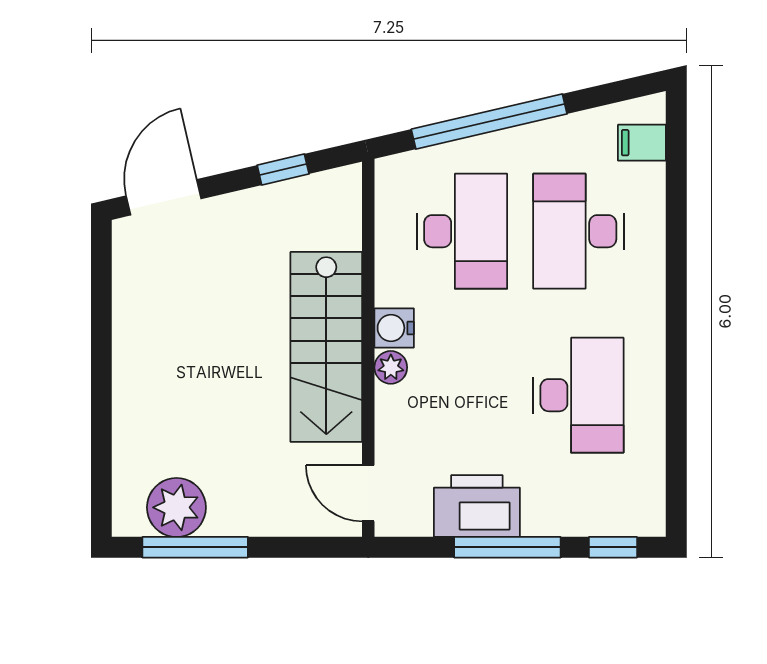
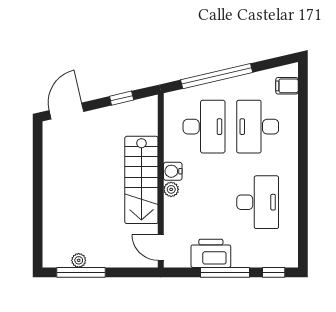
plant: (176, 507) -> (79, 260), width x0.53, depth x0.53

